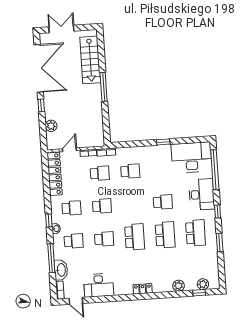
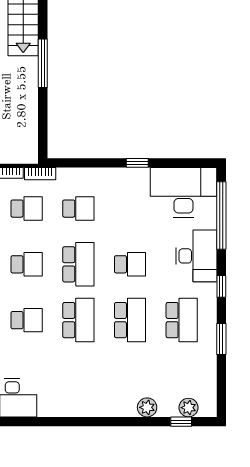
school desk: (132, 204) -> (78, 264), added
locker: (143, 289) -> (86, 409), removed

